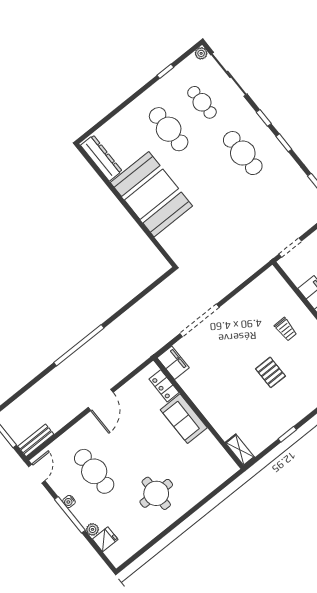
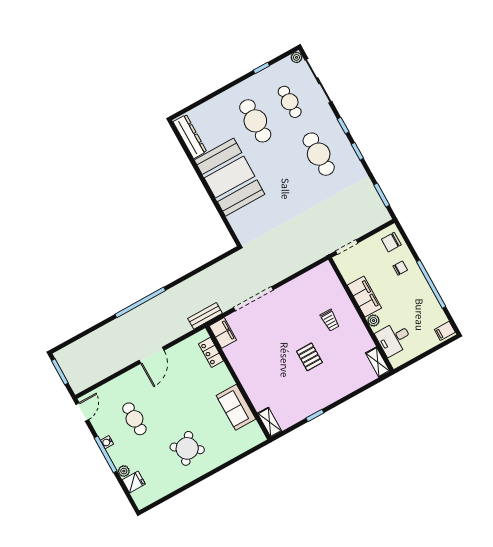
sofa: (184, 419) -> (236, 407), moved
bench: (36, 440) -> (205, 316), moved
cafe table: (94, 471) -> (134, 419), width x0.73, depth x0.74
round table: (156, 493) -> (187, 448), turned 35

